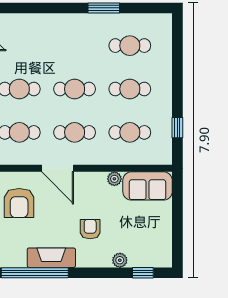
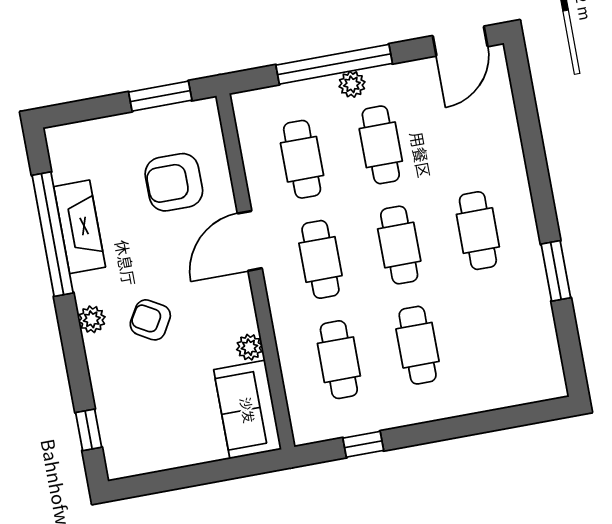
cafe table: (130, 46) -> (478, 231), moved
armchair: (90, 229) -> (150, 320), turned -150
fireplace: (51, 258) -> (80, 227), moved
plant: (120, 260) -> (92, 319), moved

